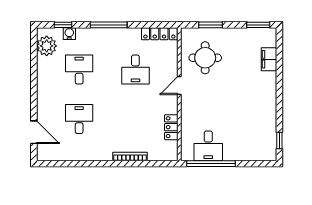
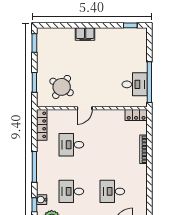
round table: (205, 58) -> (62, 87), turned 34
filing cabinet: (269, 59) -> (85, 34), moved
desk: (135, 70) -> (71, 145), turned 180
door: (179, 86) -> (85, 108), hinge flipped
locker: (171, 127) -> (136, 115), moved

